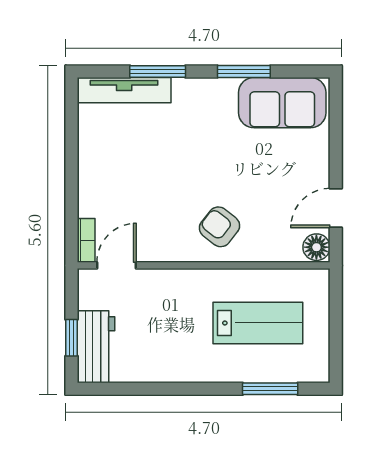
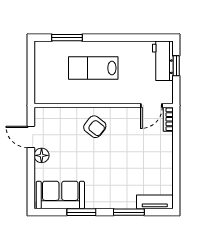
tv unit: (124, 90) -> (155, 202), width x0.71
door: (336, 208) -> (31, 137), swing flipped
floor lamp: (316, 247) -> (42, 155), moved
lab bench: (258, 323) -> (93, 68), moved

